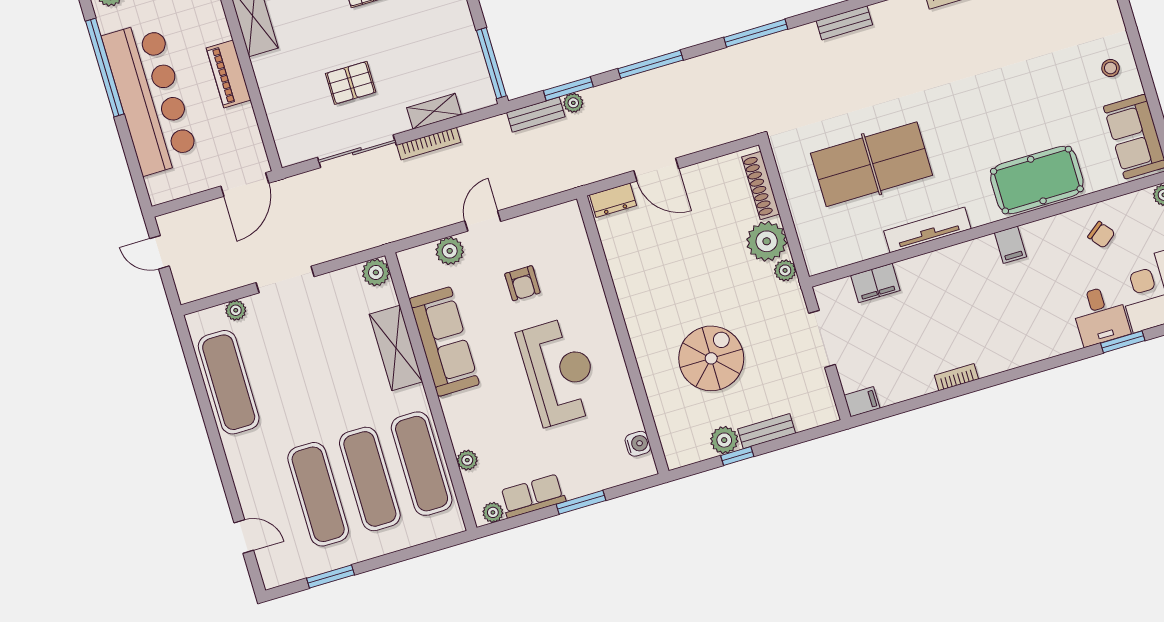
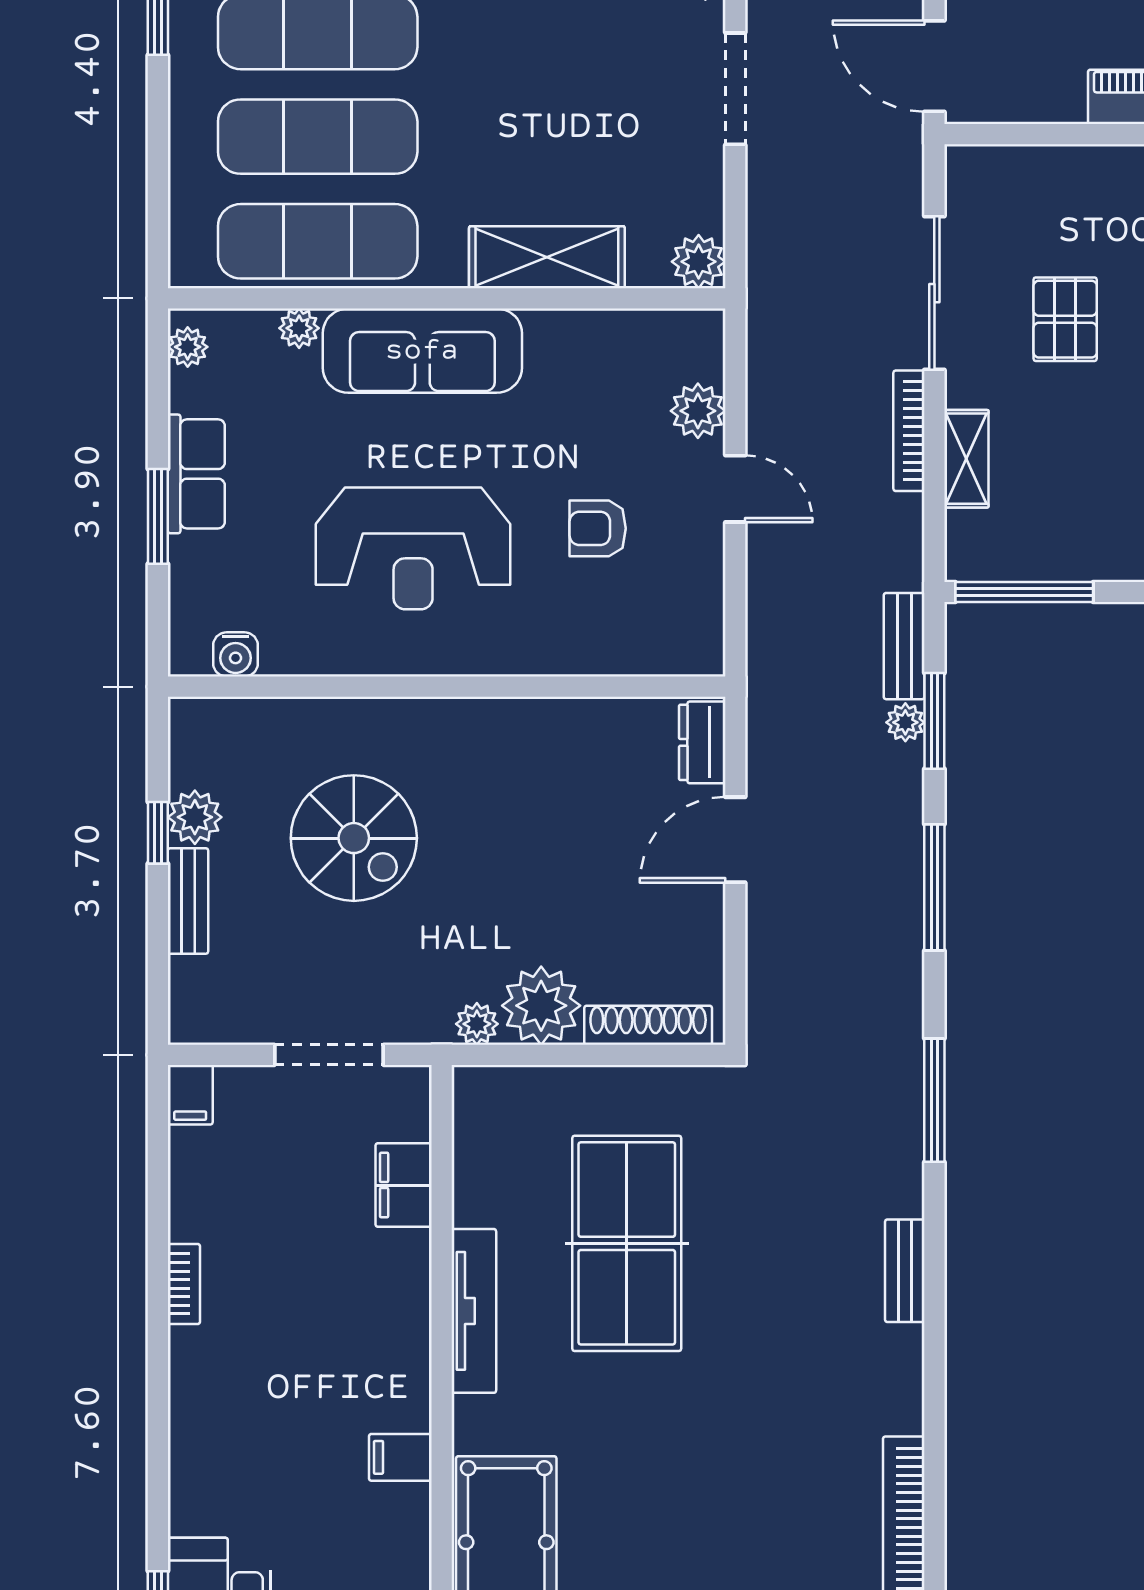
sofa: (444, 342) -> (422, 351), moved
row of seats: (533, 496) -> (196, 474), moved

